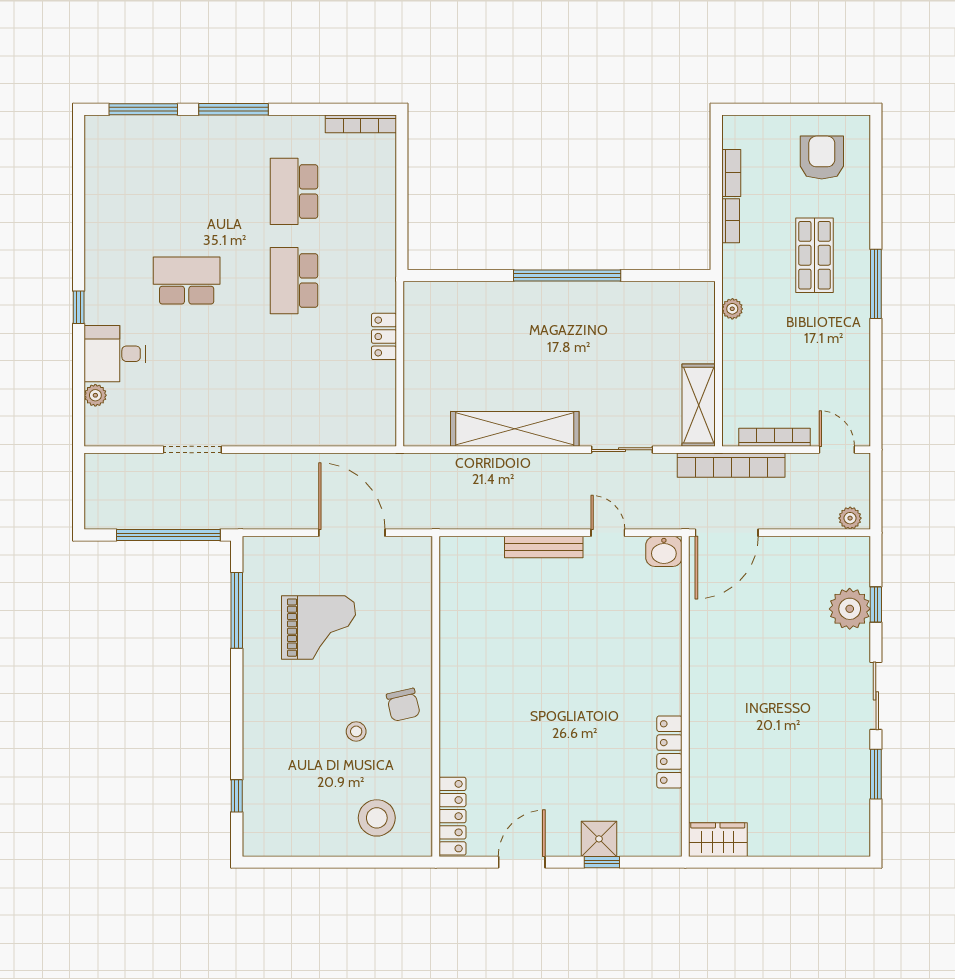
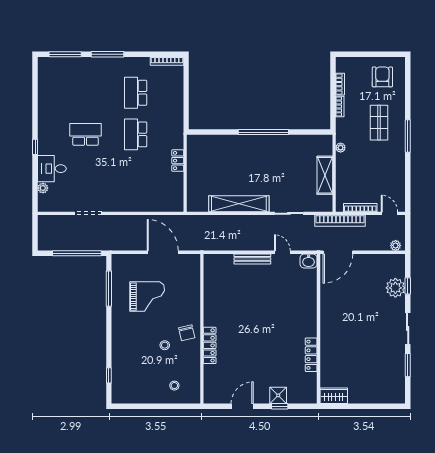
shelving: (699, 405) -> (325, 175), moved
locker: (452, 816) -> (210, 345), moved
stool: (377, 818) -> (174, 386), width x0.53, depth x0.53

